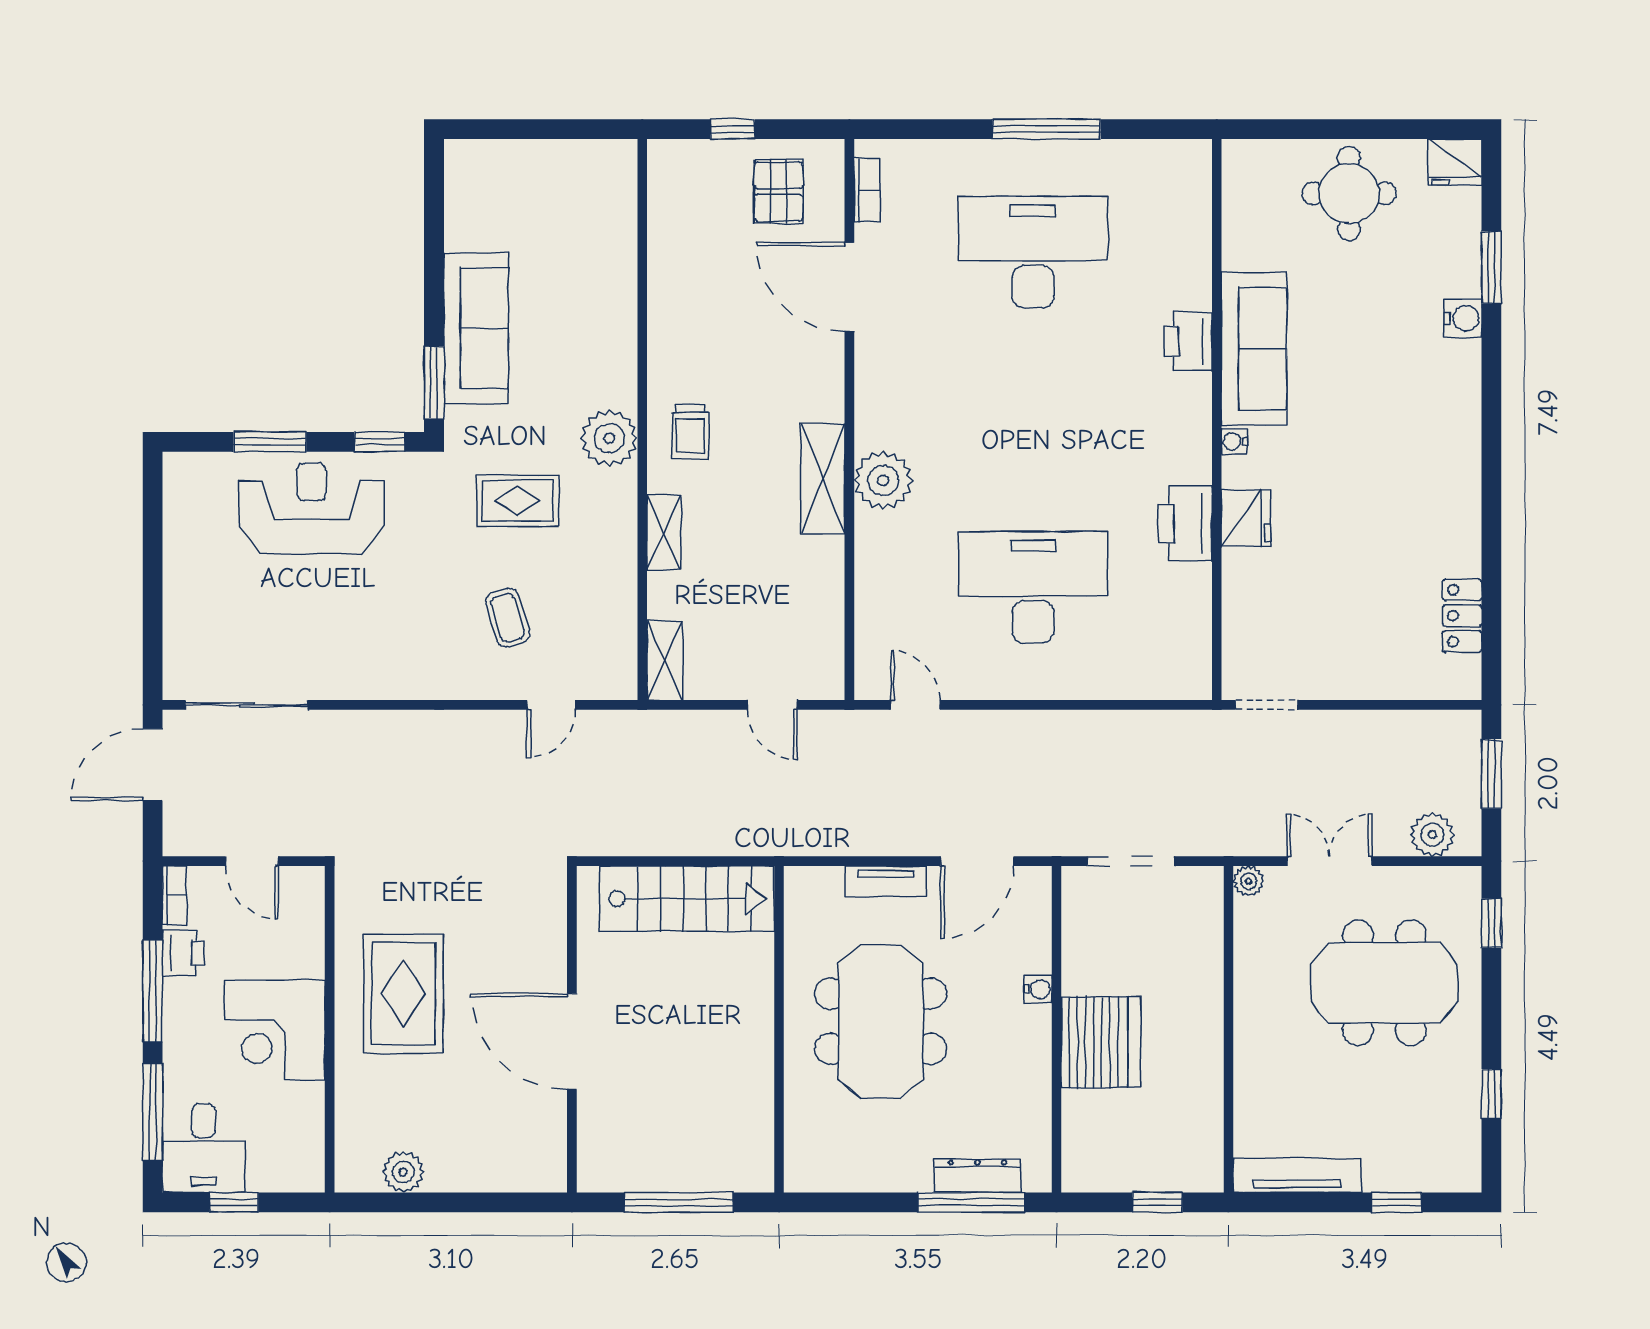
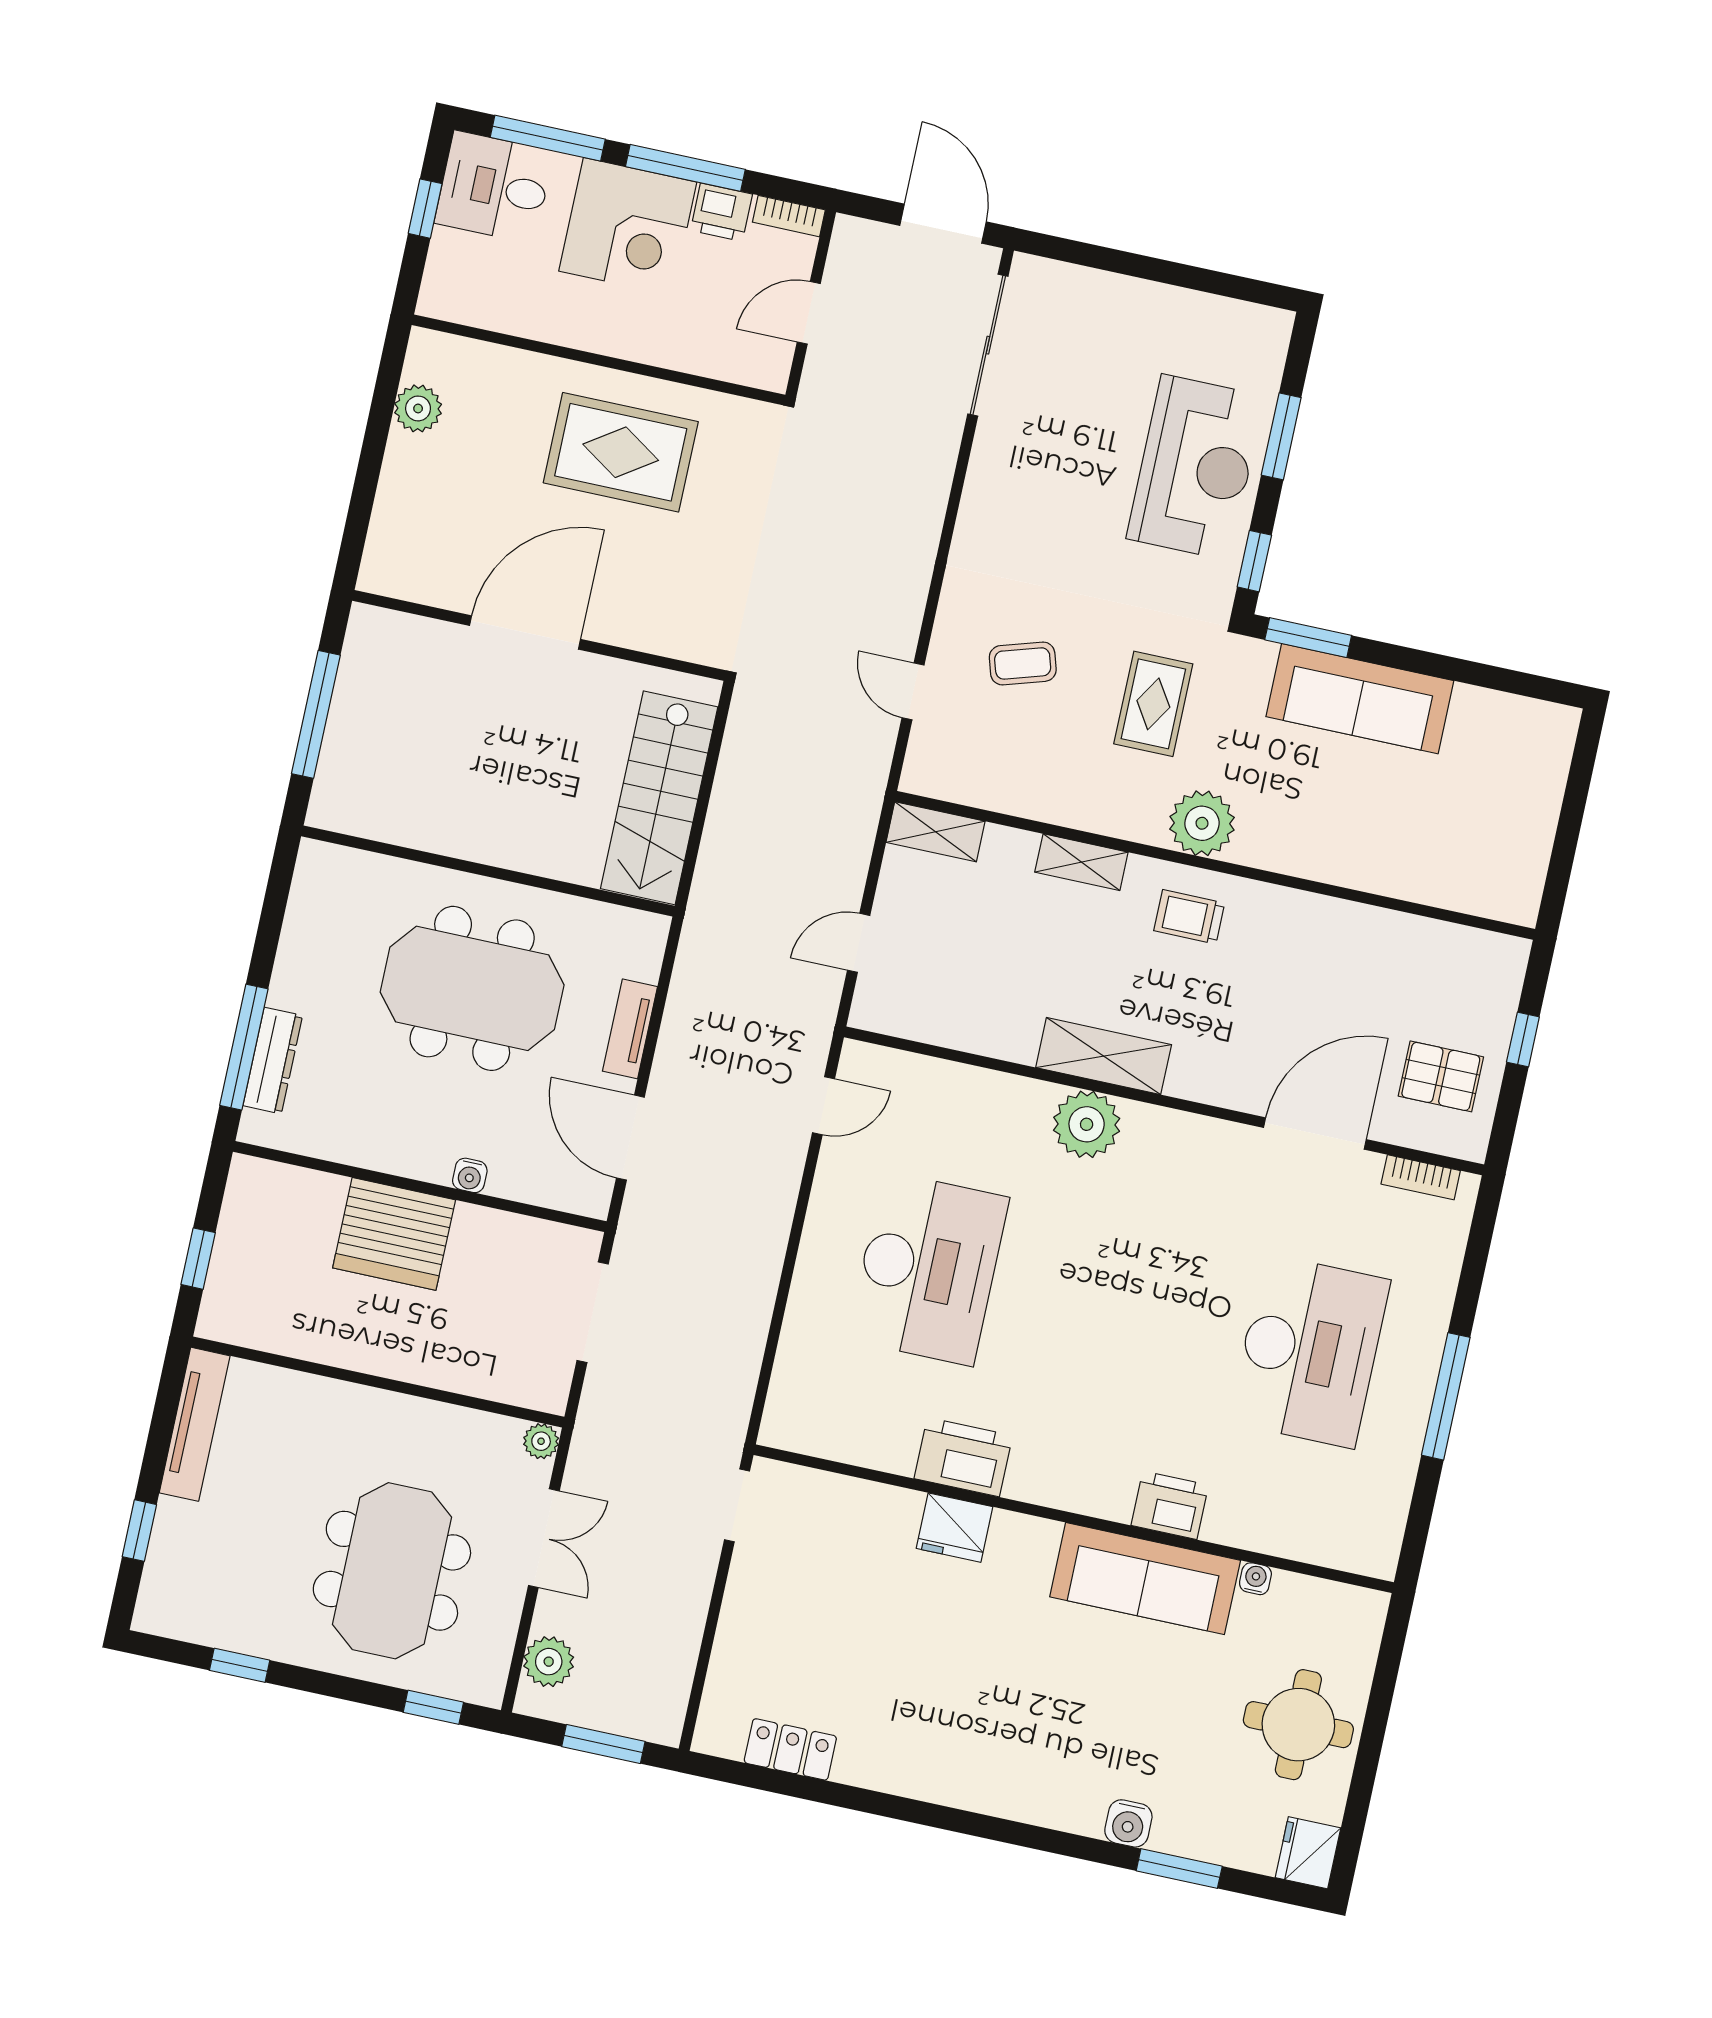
water cooler: (1234, 441) -> (1255, 1579), moved
corner desk: (275, 1030) -> (628, 227), moved, turned 180

